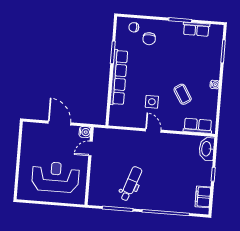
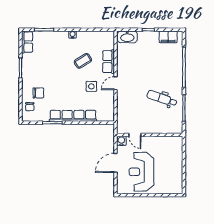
row of seats: (196, 29) -> (27, 42), moved
row of seats: (198, 126) -> (109, 62), moved
reception desk: (55, 177) -> (141, 172), moved

